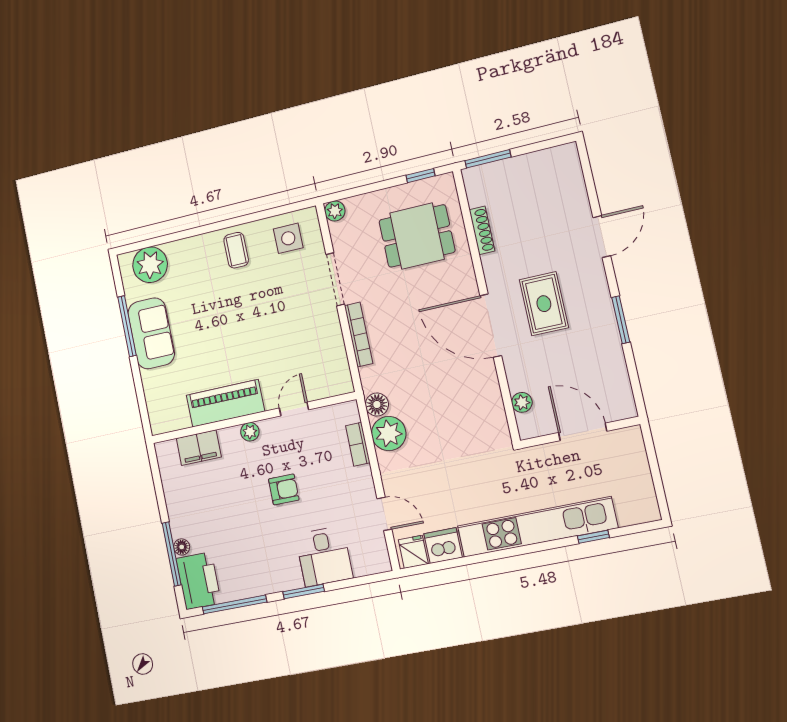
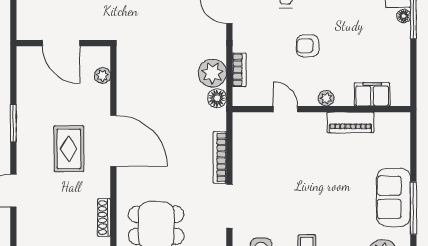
piano: (225, 403) -> (350, 122), width x0.73, depth x0.75
door: (294, 409) -> (285, 109), swing flipped

